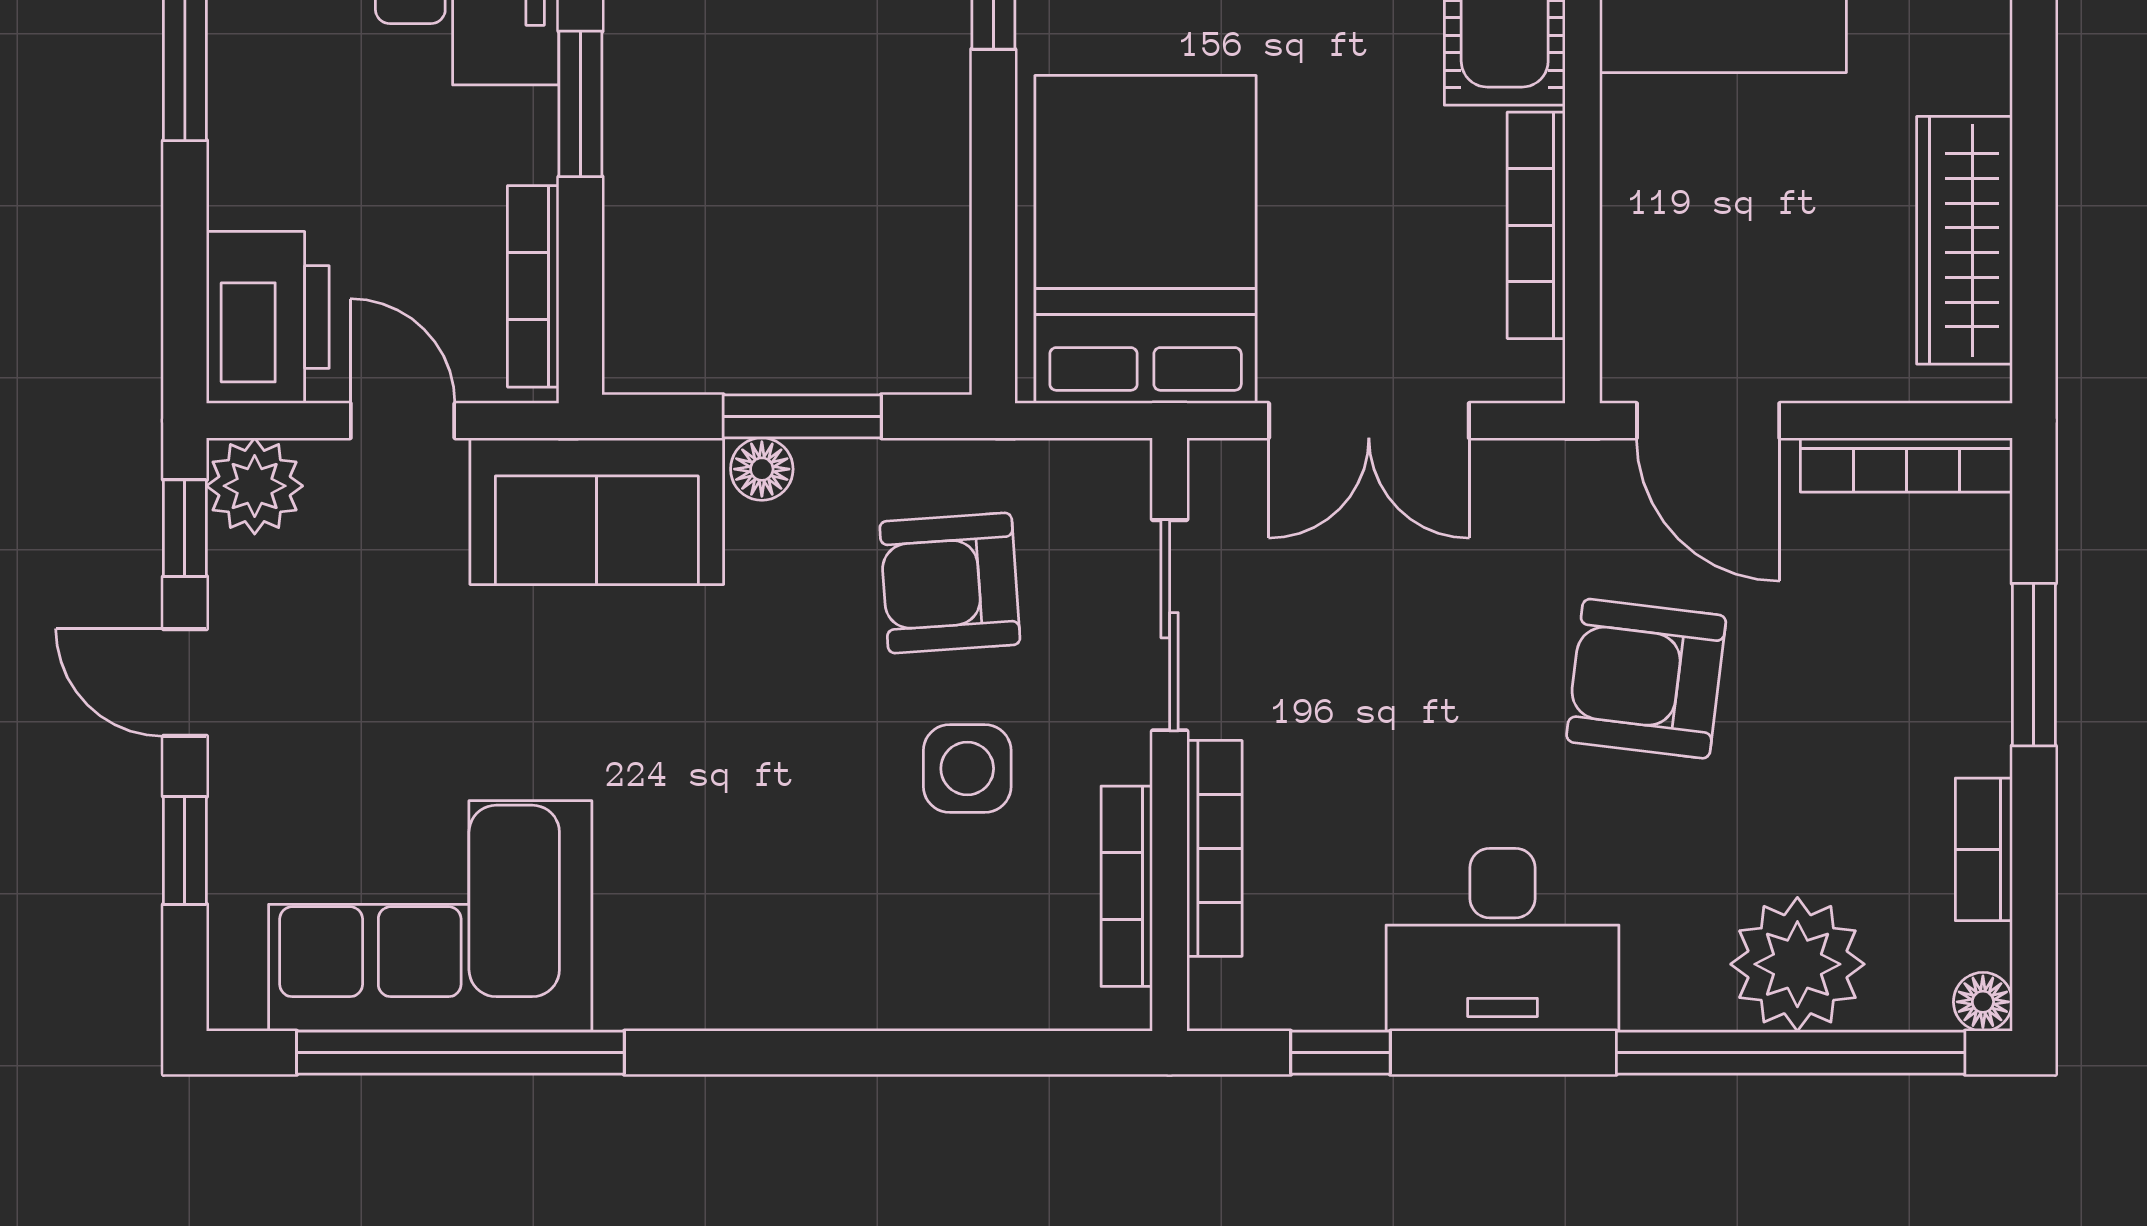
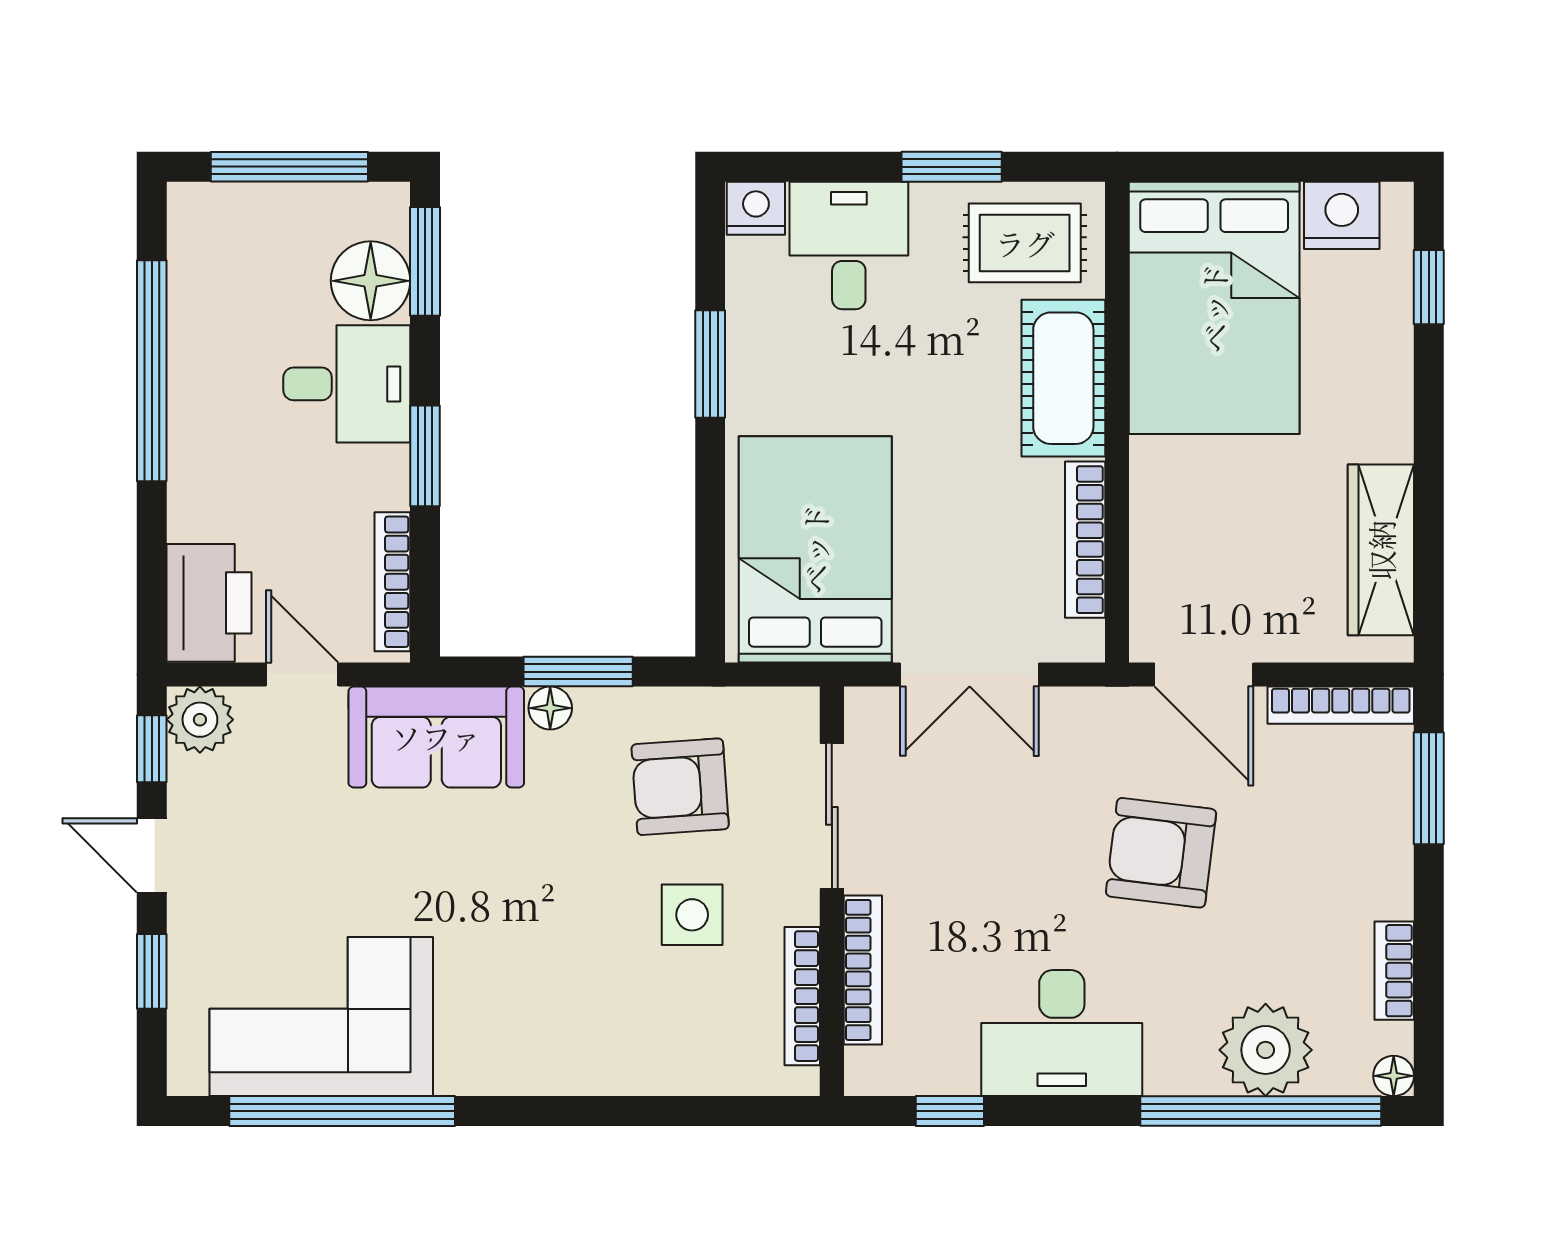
window: (2034, 665) -> (1429, 788), moved

